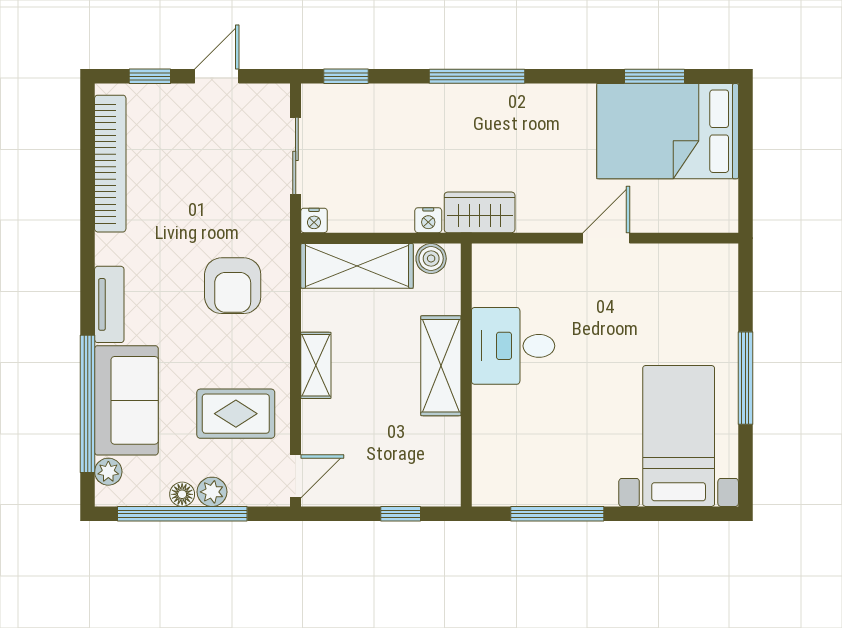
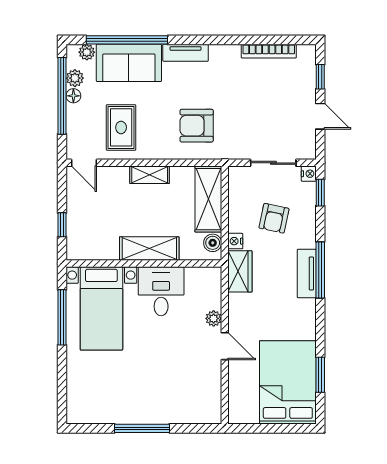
tv unit: (483, 99) -> (307, 273), added
armchair: (389, 155) -> (274, 218), added
bookcase: (110, 164) -> (269, 51), width x0.68, depth x0.76
nightstand: (314, 220) -> (309, 174), moved, turned 180
plant: (559, 257) -> (214, 318), added
bed with nightstands: (679, 436) -> (101, 308), moved, turned 90
plant: (212, 492) -> (75, 78), moved

